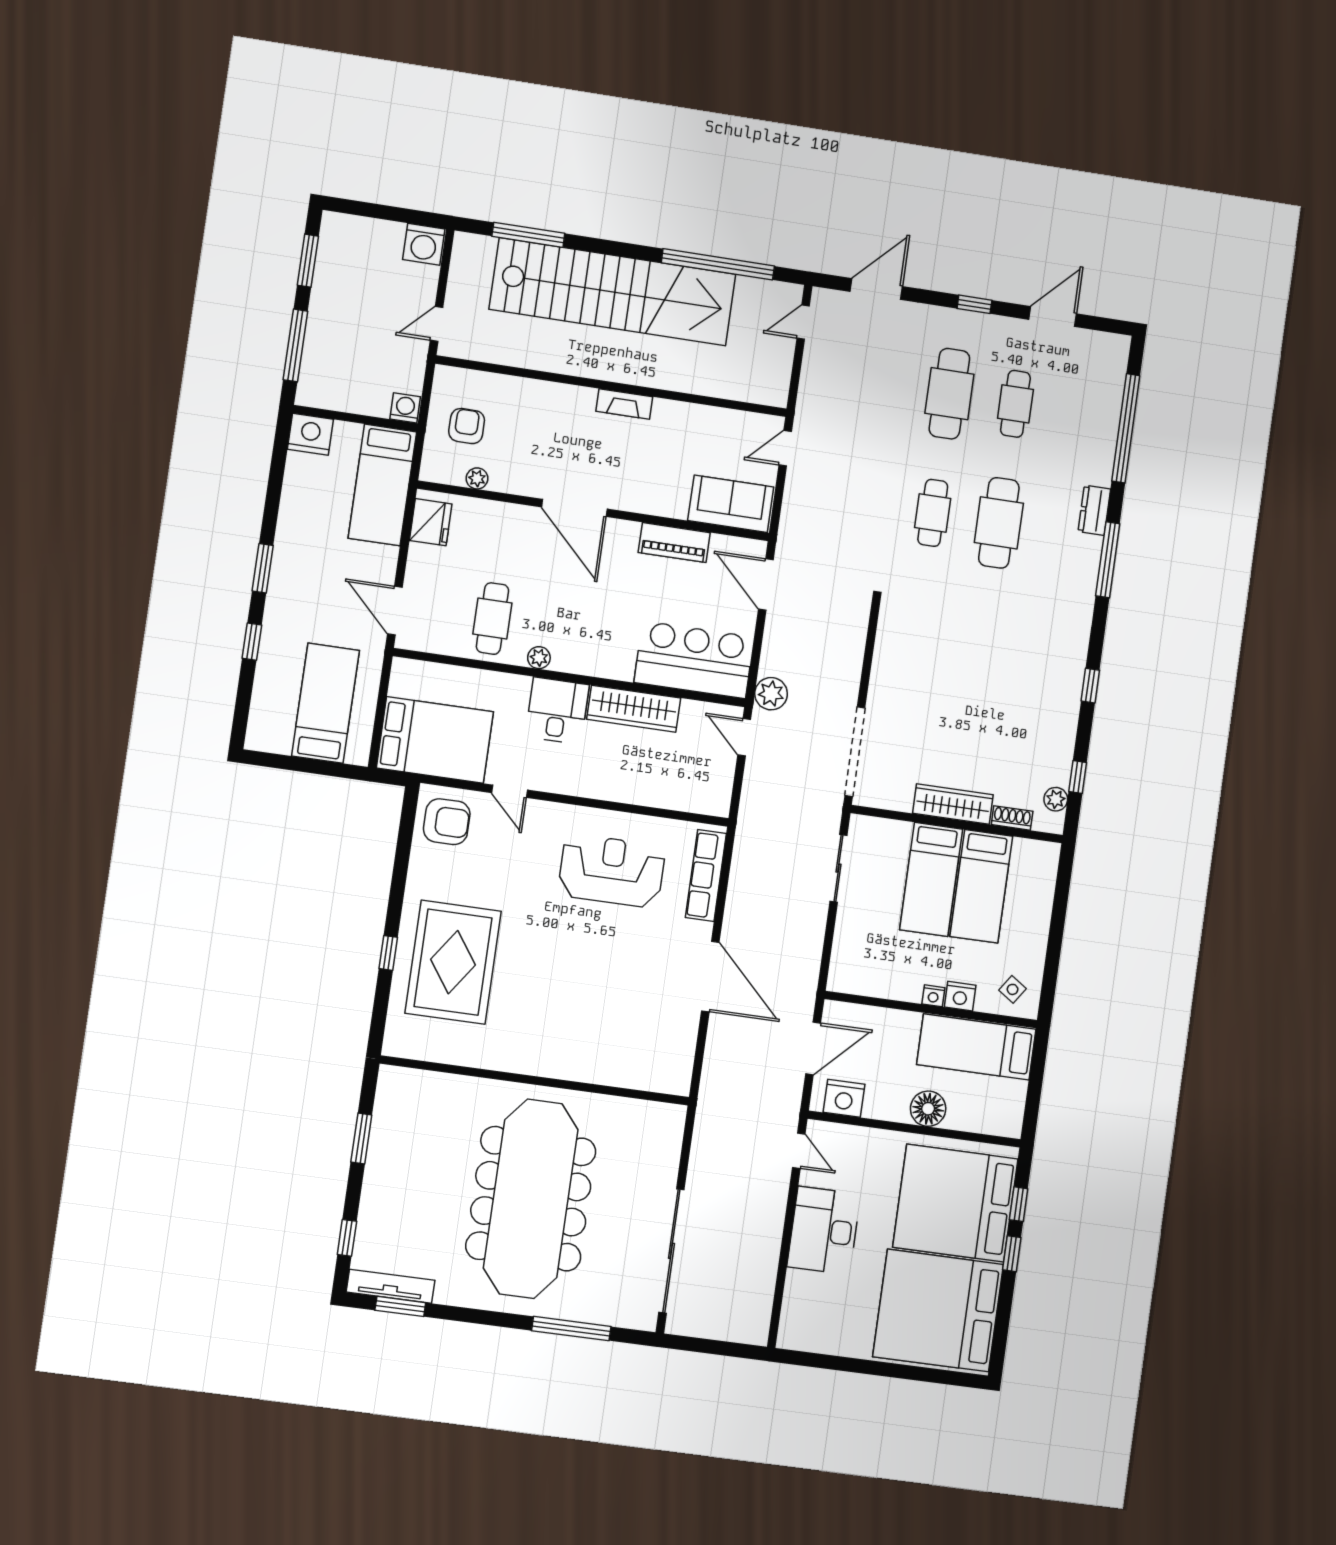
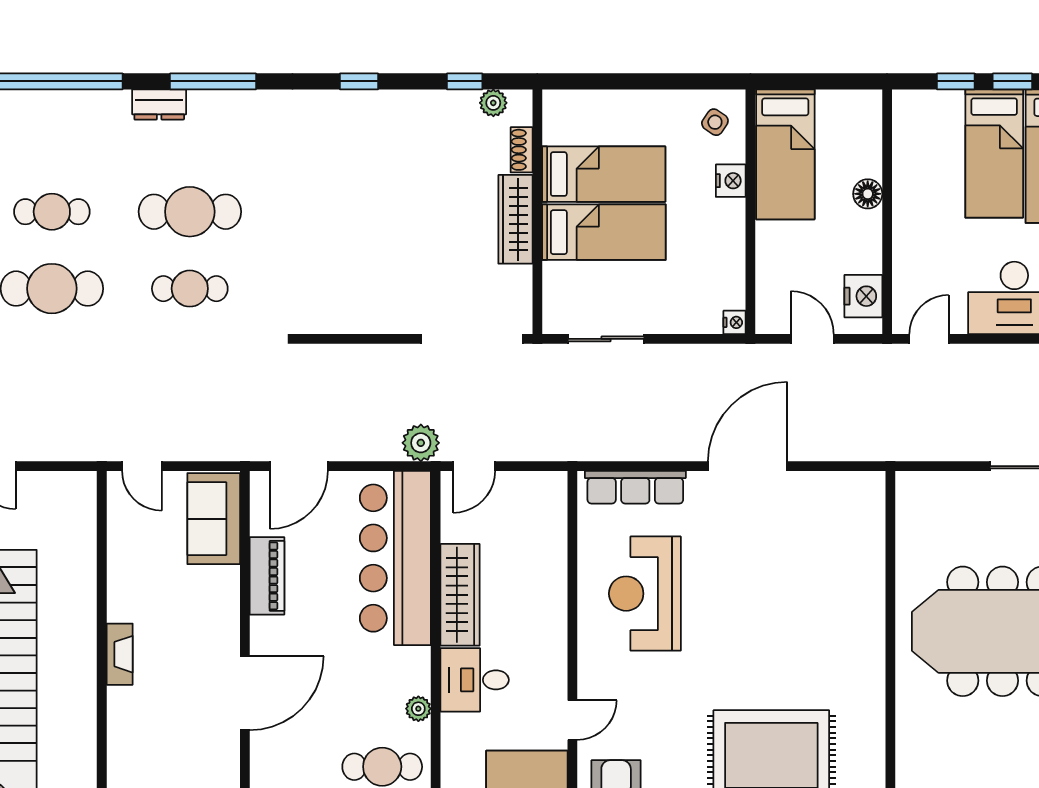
bar counter: (694, 660) -> (395, 558), width x1.36
nightstand: (933, 996) -> (735, 322), moved
door: (813, 1048) -> (812, 339), width x0.73
floor lamp: (928, 1109) -> (868, 194), width x0.73, depth x0.73
bed: (955, 1203) -> (994, 154), width x0.49

